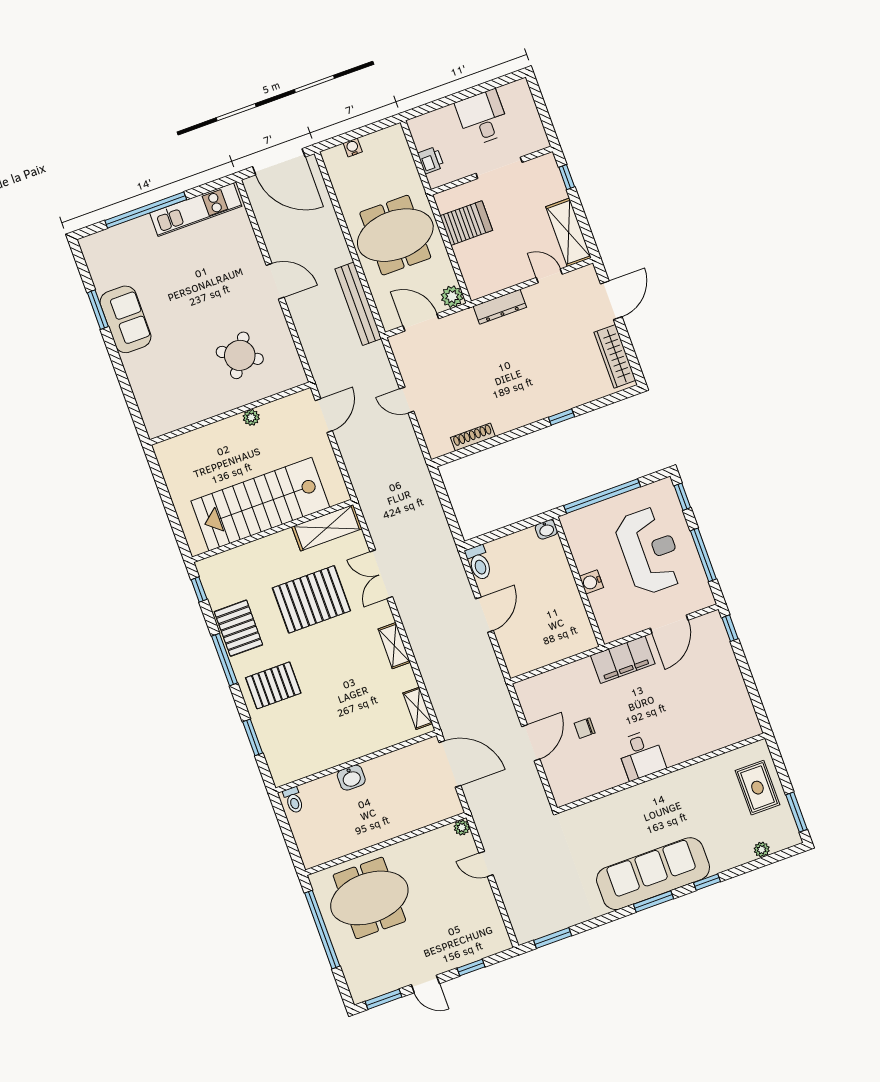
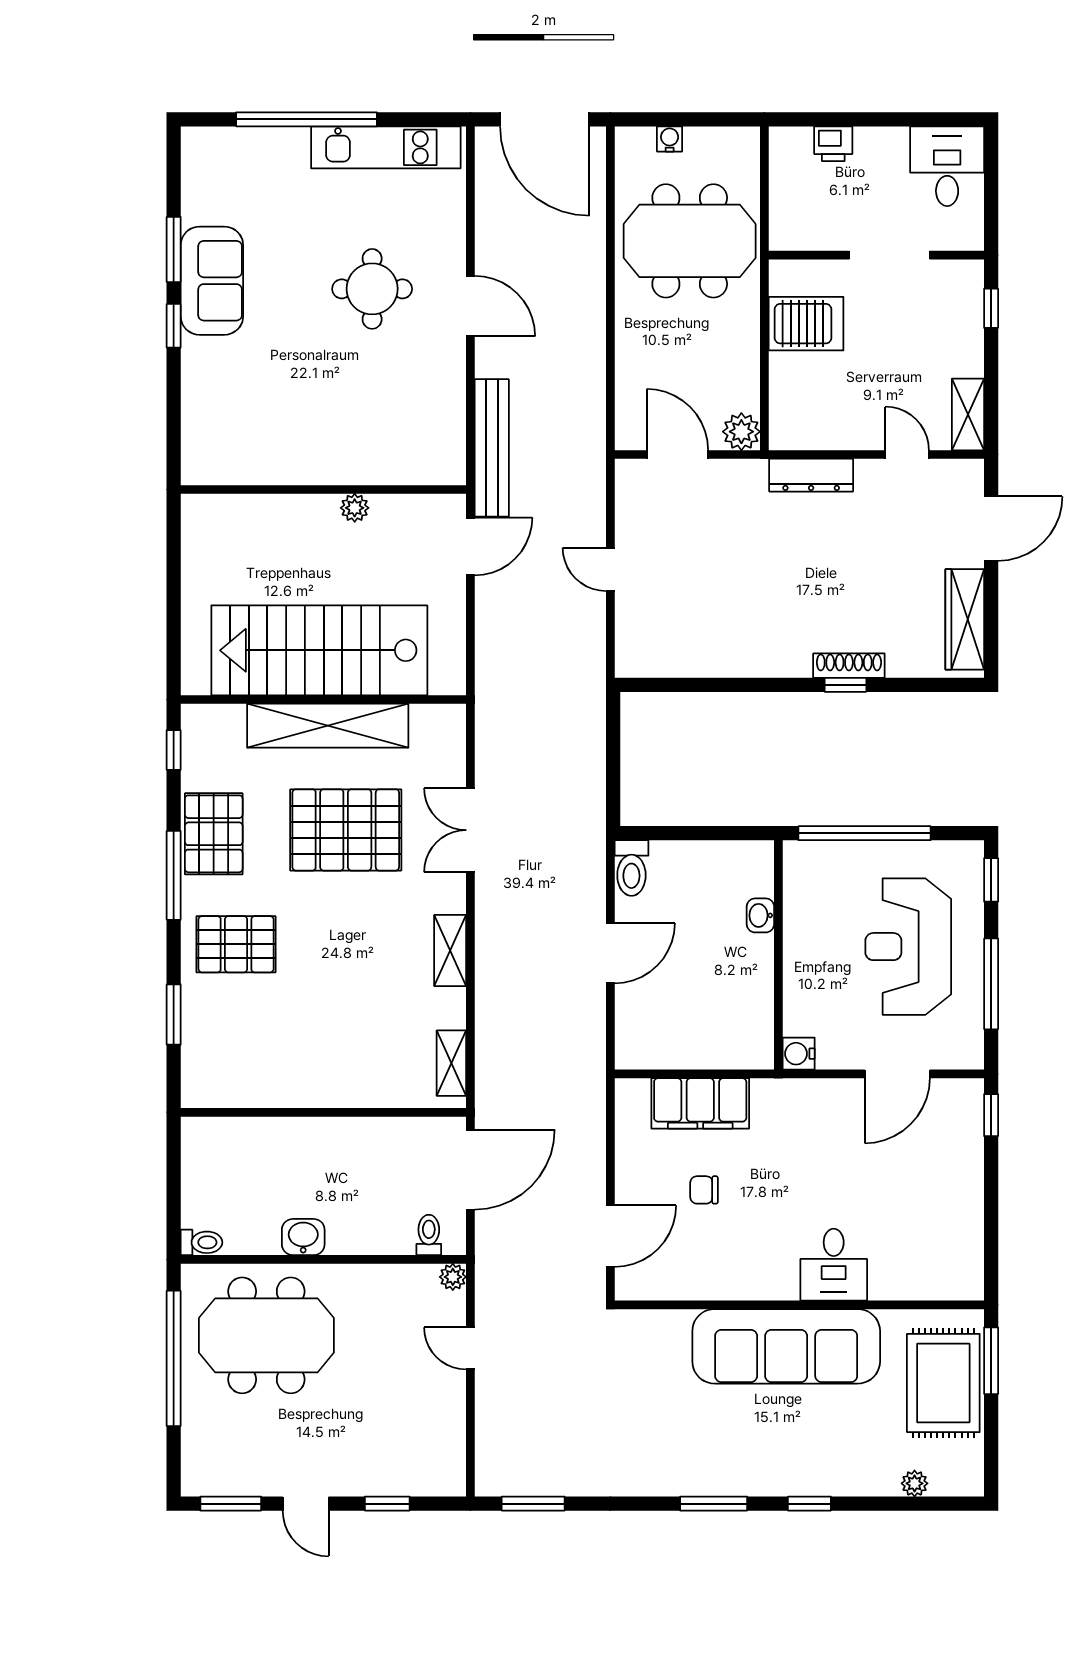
desk: (483, 118) -> (947, 166), moved
printer: (431, 160) -> (833, 144), moved, turned 90
shelving: (569, 232) -> (968, 415), width x0.67, depth x0.75
meeting table: (395, 235) -> (690, 241), moved
bench: (358, 304) -> (492, 448), moved
window: (113, 352) -> (174, 326), added
round table: (240, 355) -> (372, 289), moved, turned -31
shoe rack: (473, 437) -> (849, 666), moved
shelving: (327, 528) -> (328, 726), moved, width x1.47
washbasin: (546, 529) -> (760, 915), moved, turned 90
reception desk: (650, 551) -> (908, 947), turned 180
water cooler: (591, 582) -> (799, 1054), moved
filing cabinet: (623, 660) -> (700, 1103), moved
door: (531, 743) -> (610, 1236), moved
desk: (641, 755) -> (834, 1265), moved
door: (450, 764) -> (470, 1170), hinge flipped
washbasin: (351, 778) -> (303, 1237), moved, turned 180
rug: (757, 788) -> (943, 1383), width x1.36, depth x1.43
toilet: (293, 800) -> (202, 1242), moved, turned -90
toilet: (440, 809) -> (429, 1235), added
window: (797, 812) -> (991, 1361), moved
sofa: (653, 874) -> (786, 1346), moved, turned 180

